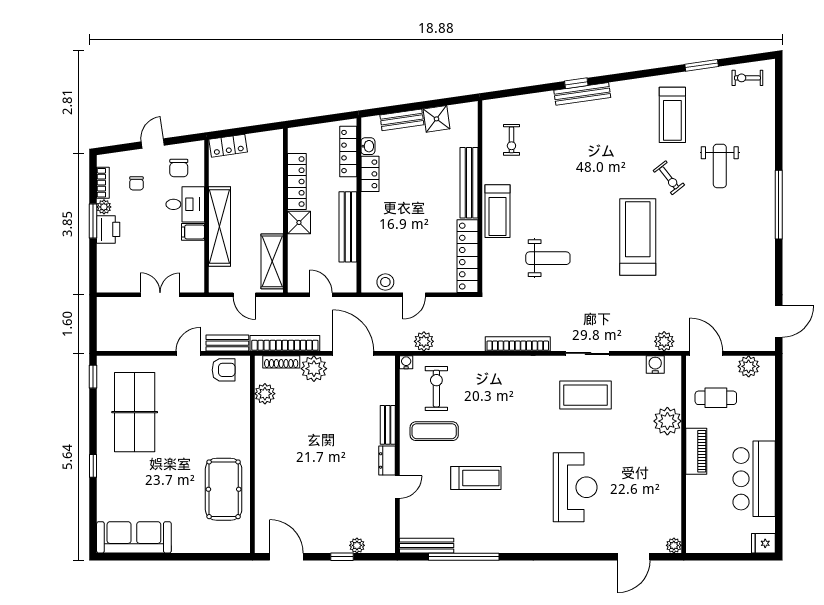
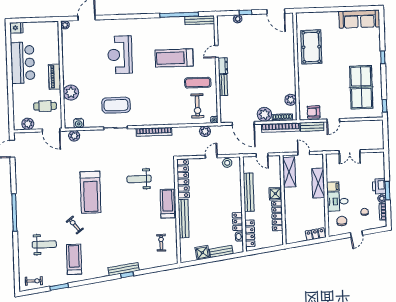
weight bench: (720, 166) -> (44, 244), moved, turned 90
shelving: (220, 227) -> (318, 183), width x0.68
treadmill: (476, 478) -> (174, 58), width x1.37, depth x1.38

